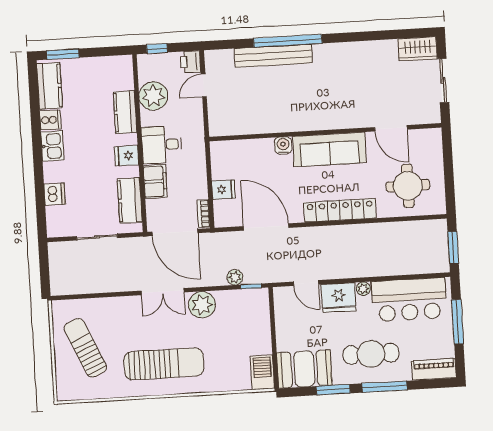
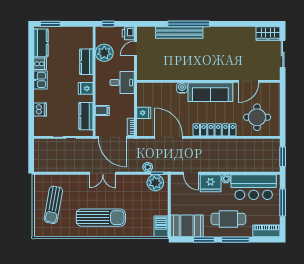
door: (391, 128) -> (249, 81), hinge flipped
desk: (162, 145) -> (122, 83), moved, turned 180
filing cabinet: (155, 181) -> (102, 110), width x0.50
plant: (202, 305) -> (155, 183), moved
sun lounger: (85, 348) -> (53, 205), turned -146

